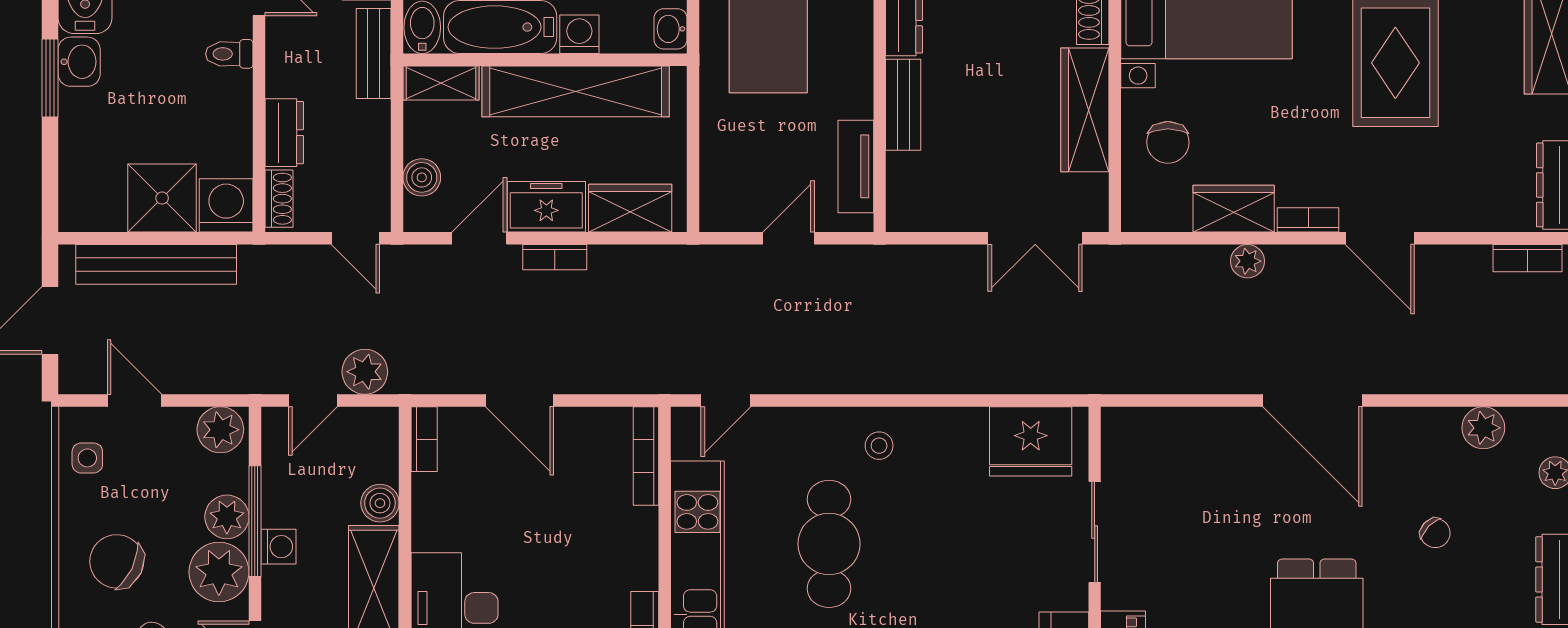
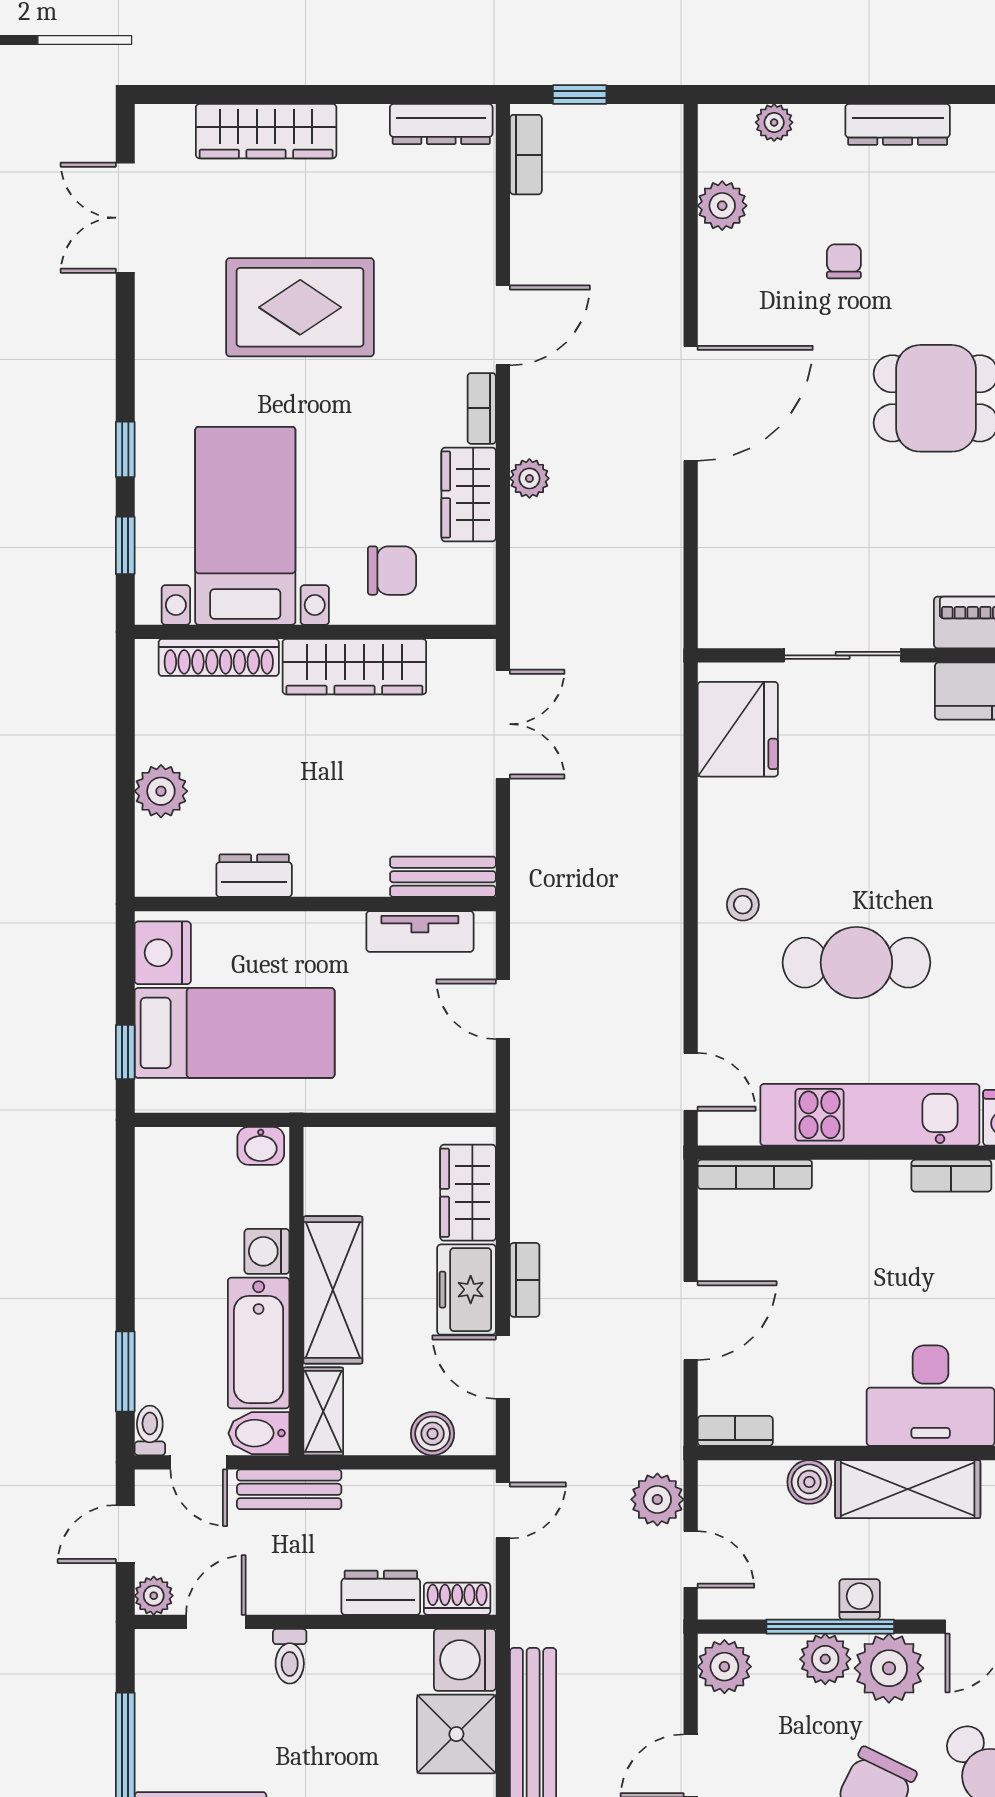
shelving: (576, 91) -> (333, 1290), width x0.68
bench: (903, 105) -> (443, 877), moved
chair: (1435, 533) -> (844, 261), turned -44

